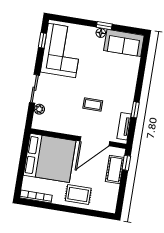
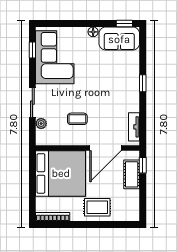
window: (104, 26) -> (124, 24), moved
coffee table: (93, 105) -> (77, 119), moved
window: (135, 110) -> (143, 83), moved

